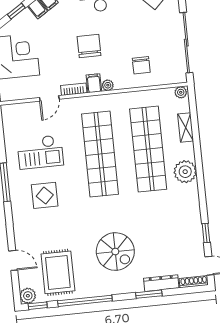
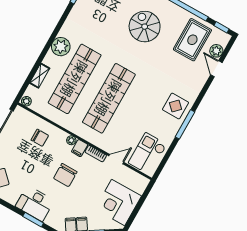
chair: (141, 65) -> (40, 138), turned 90
checkout: (40, 152) -> (148, 154), moved, turned -90
display table: (45, 195) -> (175, 106), moved
plant: (28, 296) -> (216, 51), moved

